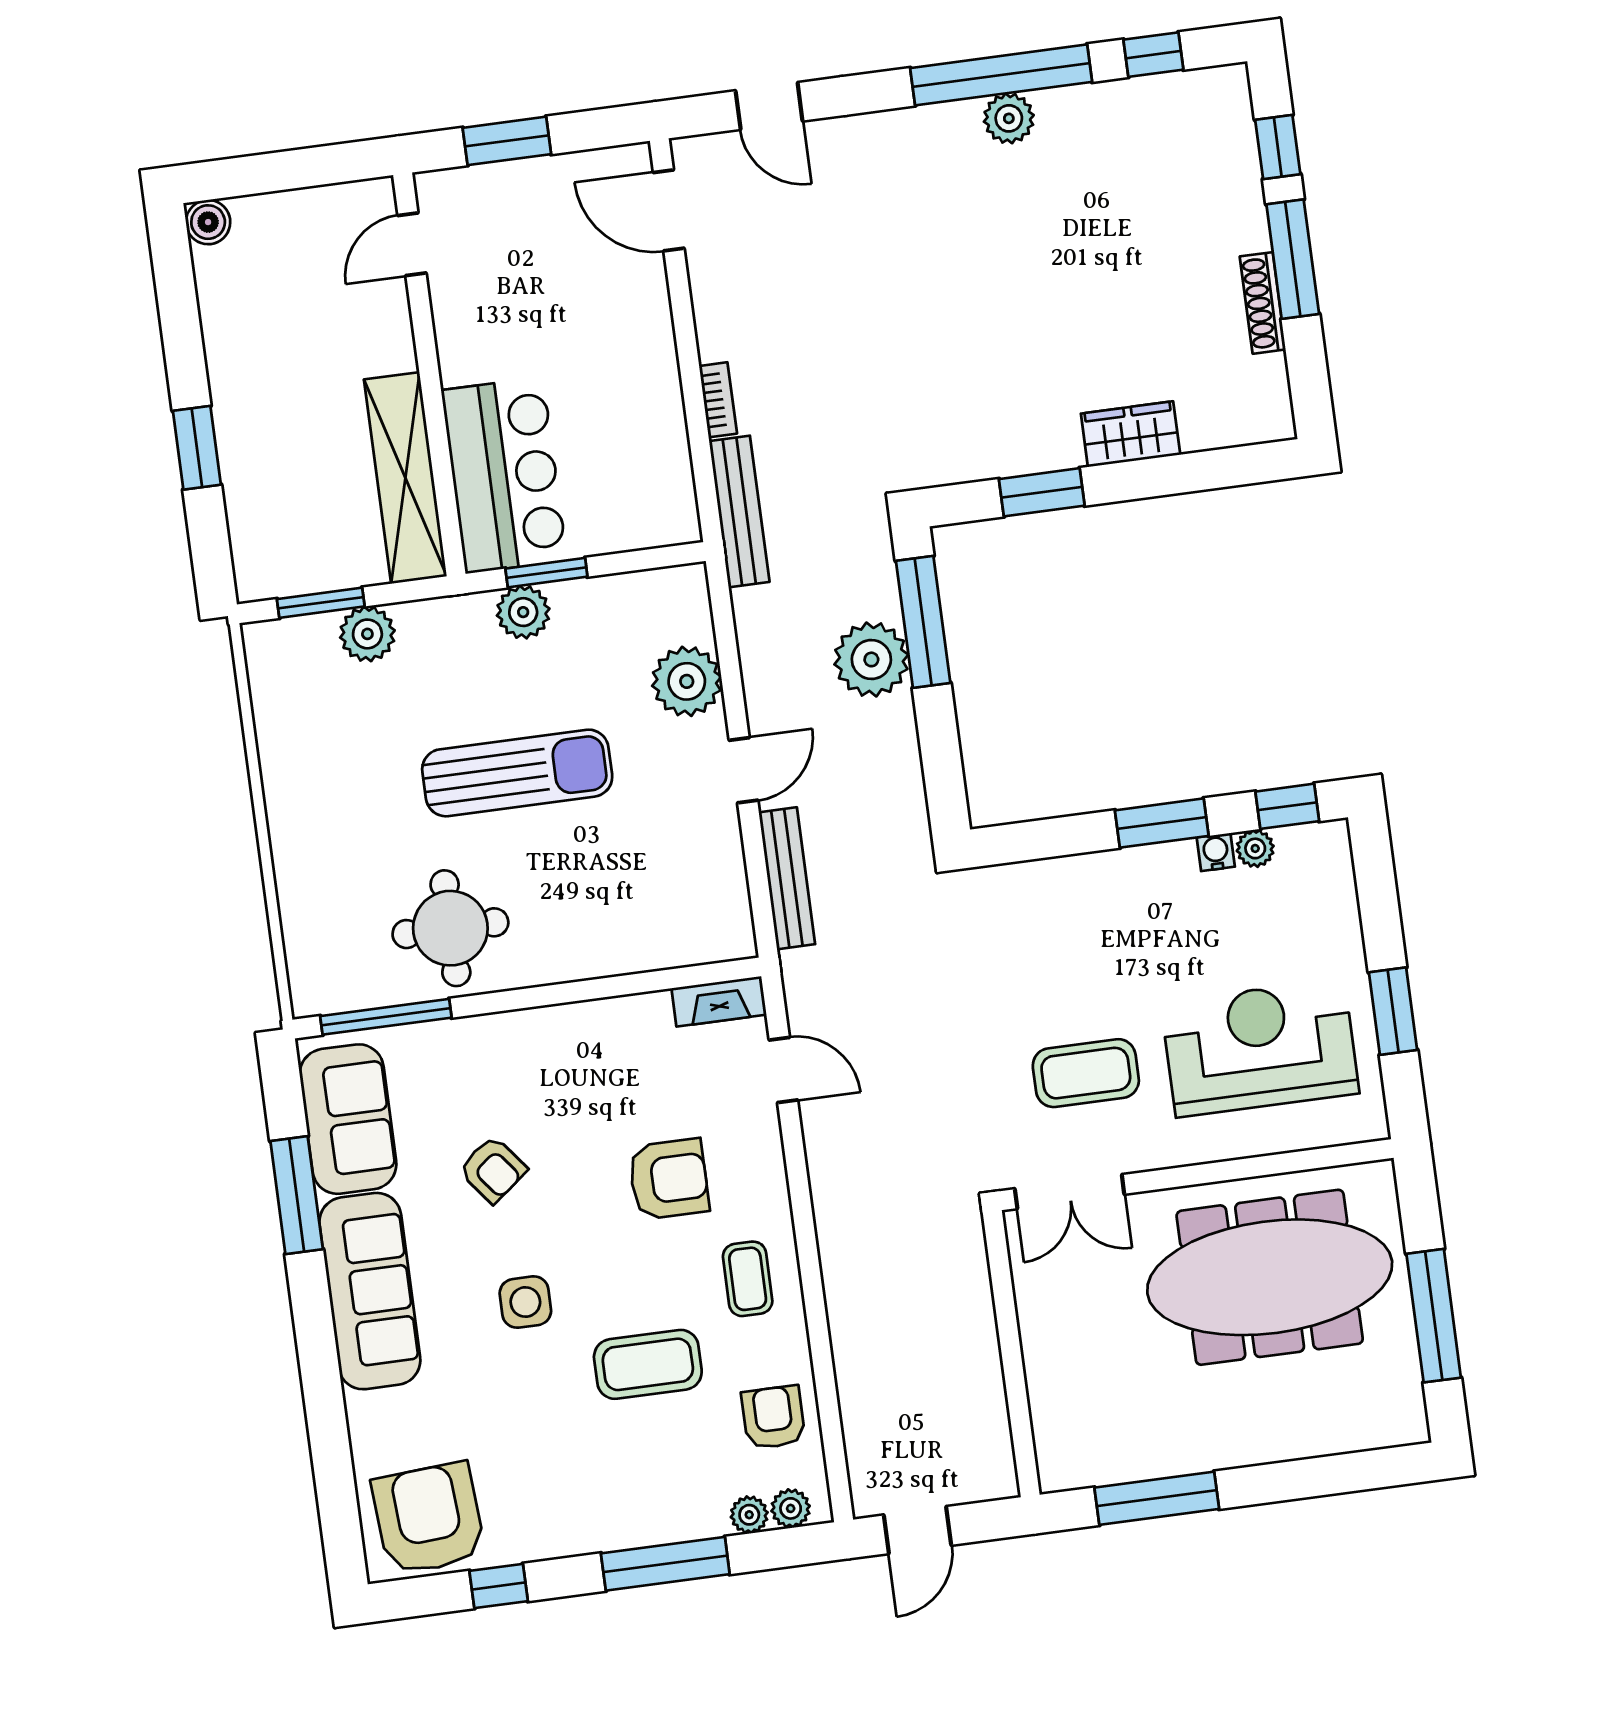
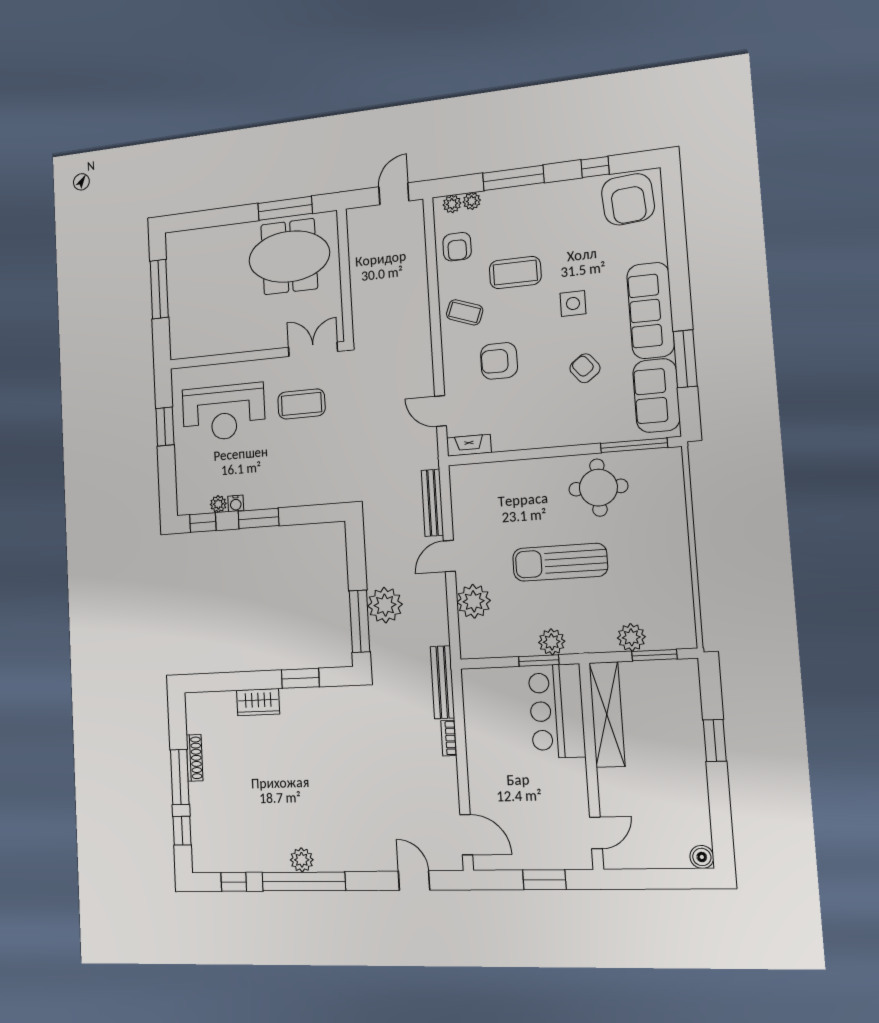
meeting table: (1270, 1277) -> (289, 257), moved, width x0.73
coffee table: (748, 1279) -> (465, 312), turned -70

